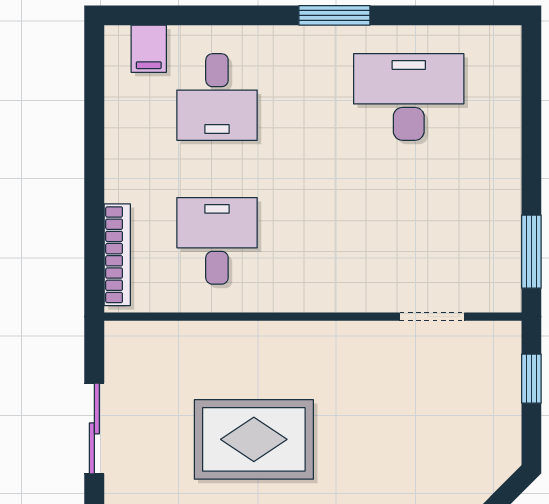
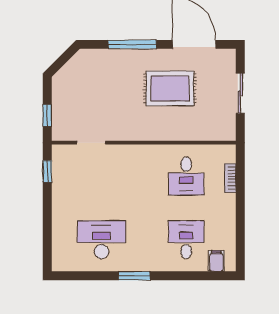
desk: (409, 97) -> (101, 240), turned 180
window: (531, 252) -> (47, 171), width x0.67
bookcase: (117, 255) -> (230, 178), width x0.64

